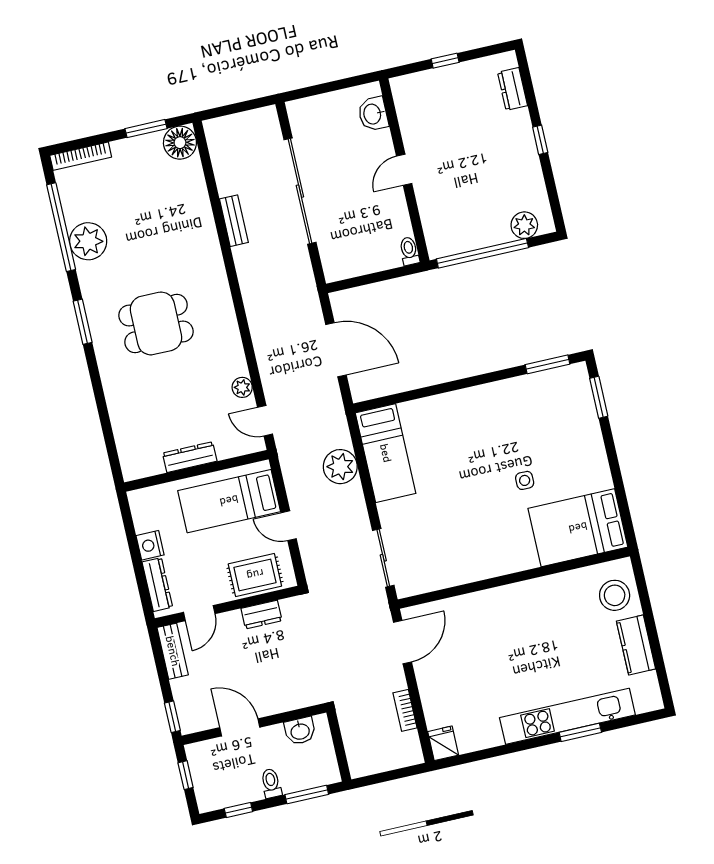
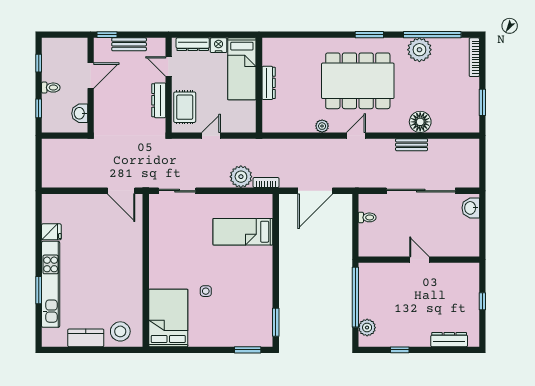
dresser: (513, 89) -> (449, 340), width x1.44
washbasin: (373, 114) -> (471, 208), moved, turned -90
window: (540, 140) -> (400, 350), moved
floor lamp: (180, 143) -> (420, 122), moved
toilet: (409, 251) -> (367, 217), moved
dining table: (156, 323) -> (358, 81), width x1.88, depth x1.24
plant: (242, 387) -> (322, 126), moved
door: (265, 421) -> (356, 136), moved
bed: (386, 453) -> (243, 232), moved
bed: (229, 501) -> (242, 69), moved, turned 180
dresser: (261, 615) -> (159, 100), width x1.44
bench: (173, 651) -> (129, 44), moved
bookcase: (405, 710) -> (266, 183), moved
fridge: (443, 743) -> (51, 232), moved
window: (186, 775) -> (68, 35), removed
window: (307, 795) -> (39, 108), width x0.67

